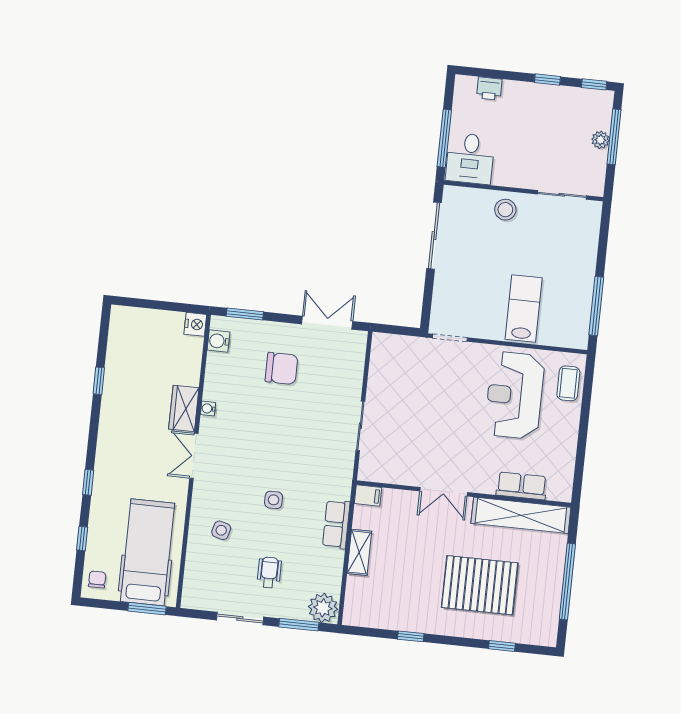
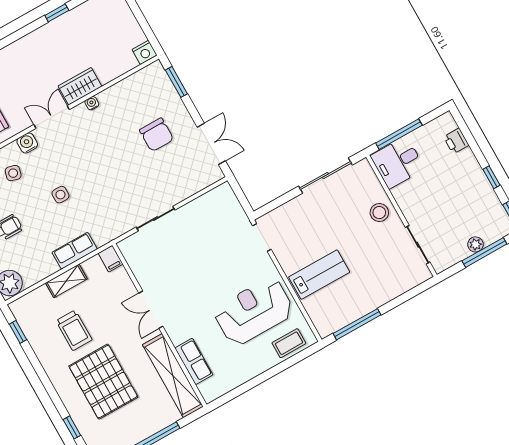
water cooler: (218, 341) -> (27, 143), moved
trolley: (411, 578) -> (74, 330), added
window: (411, 636) -> (18, 332), moved

